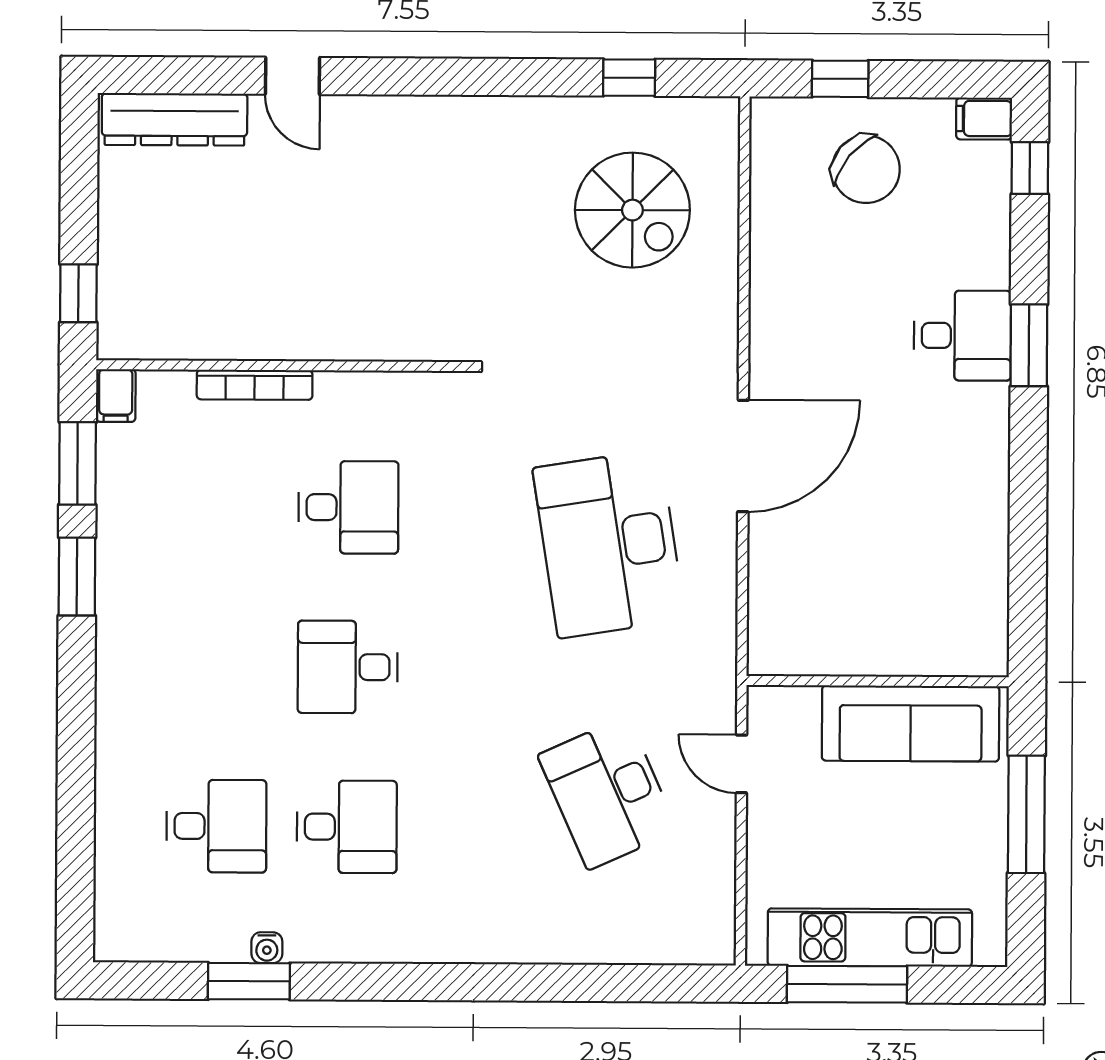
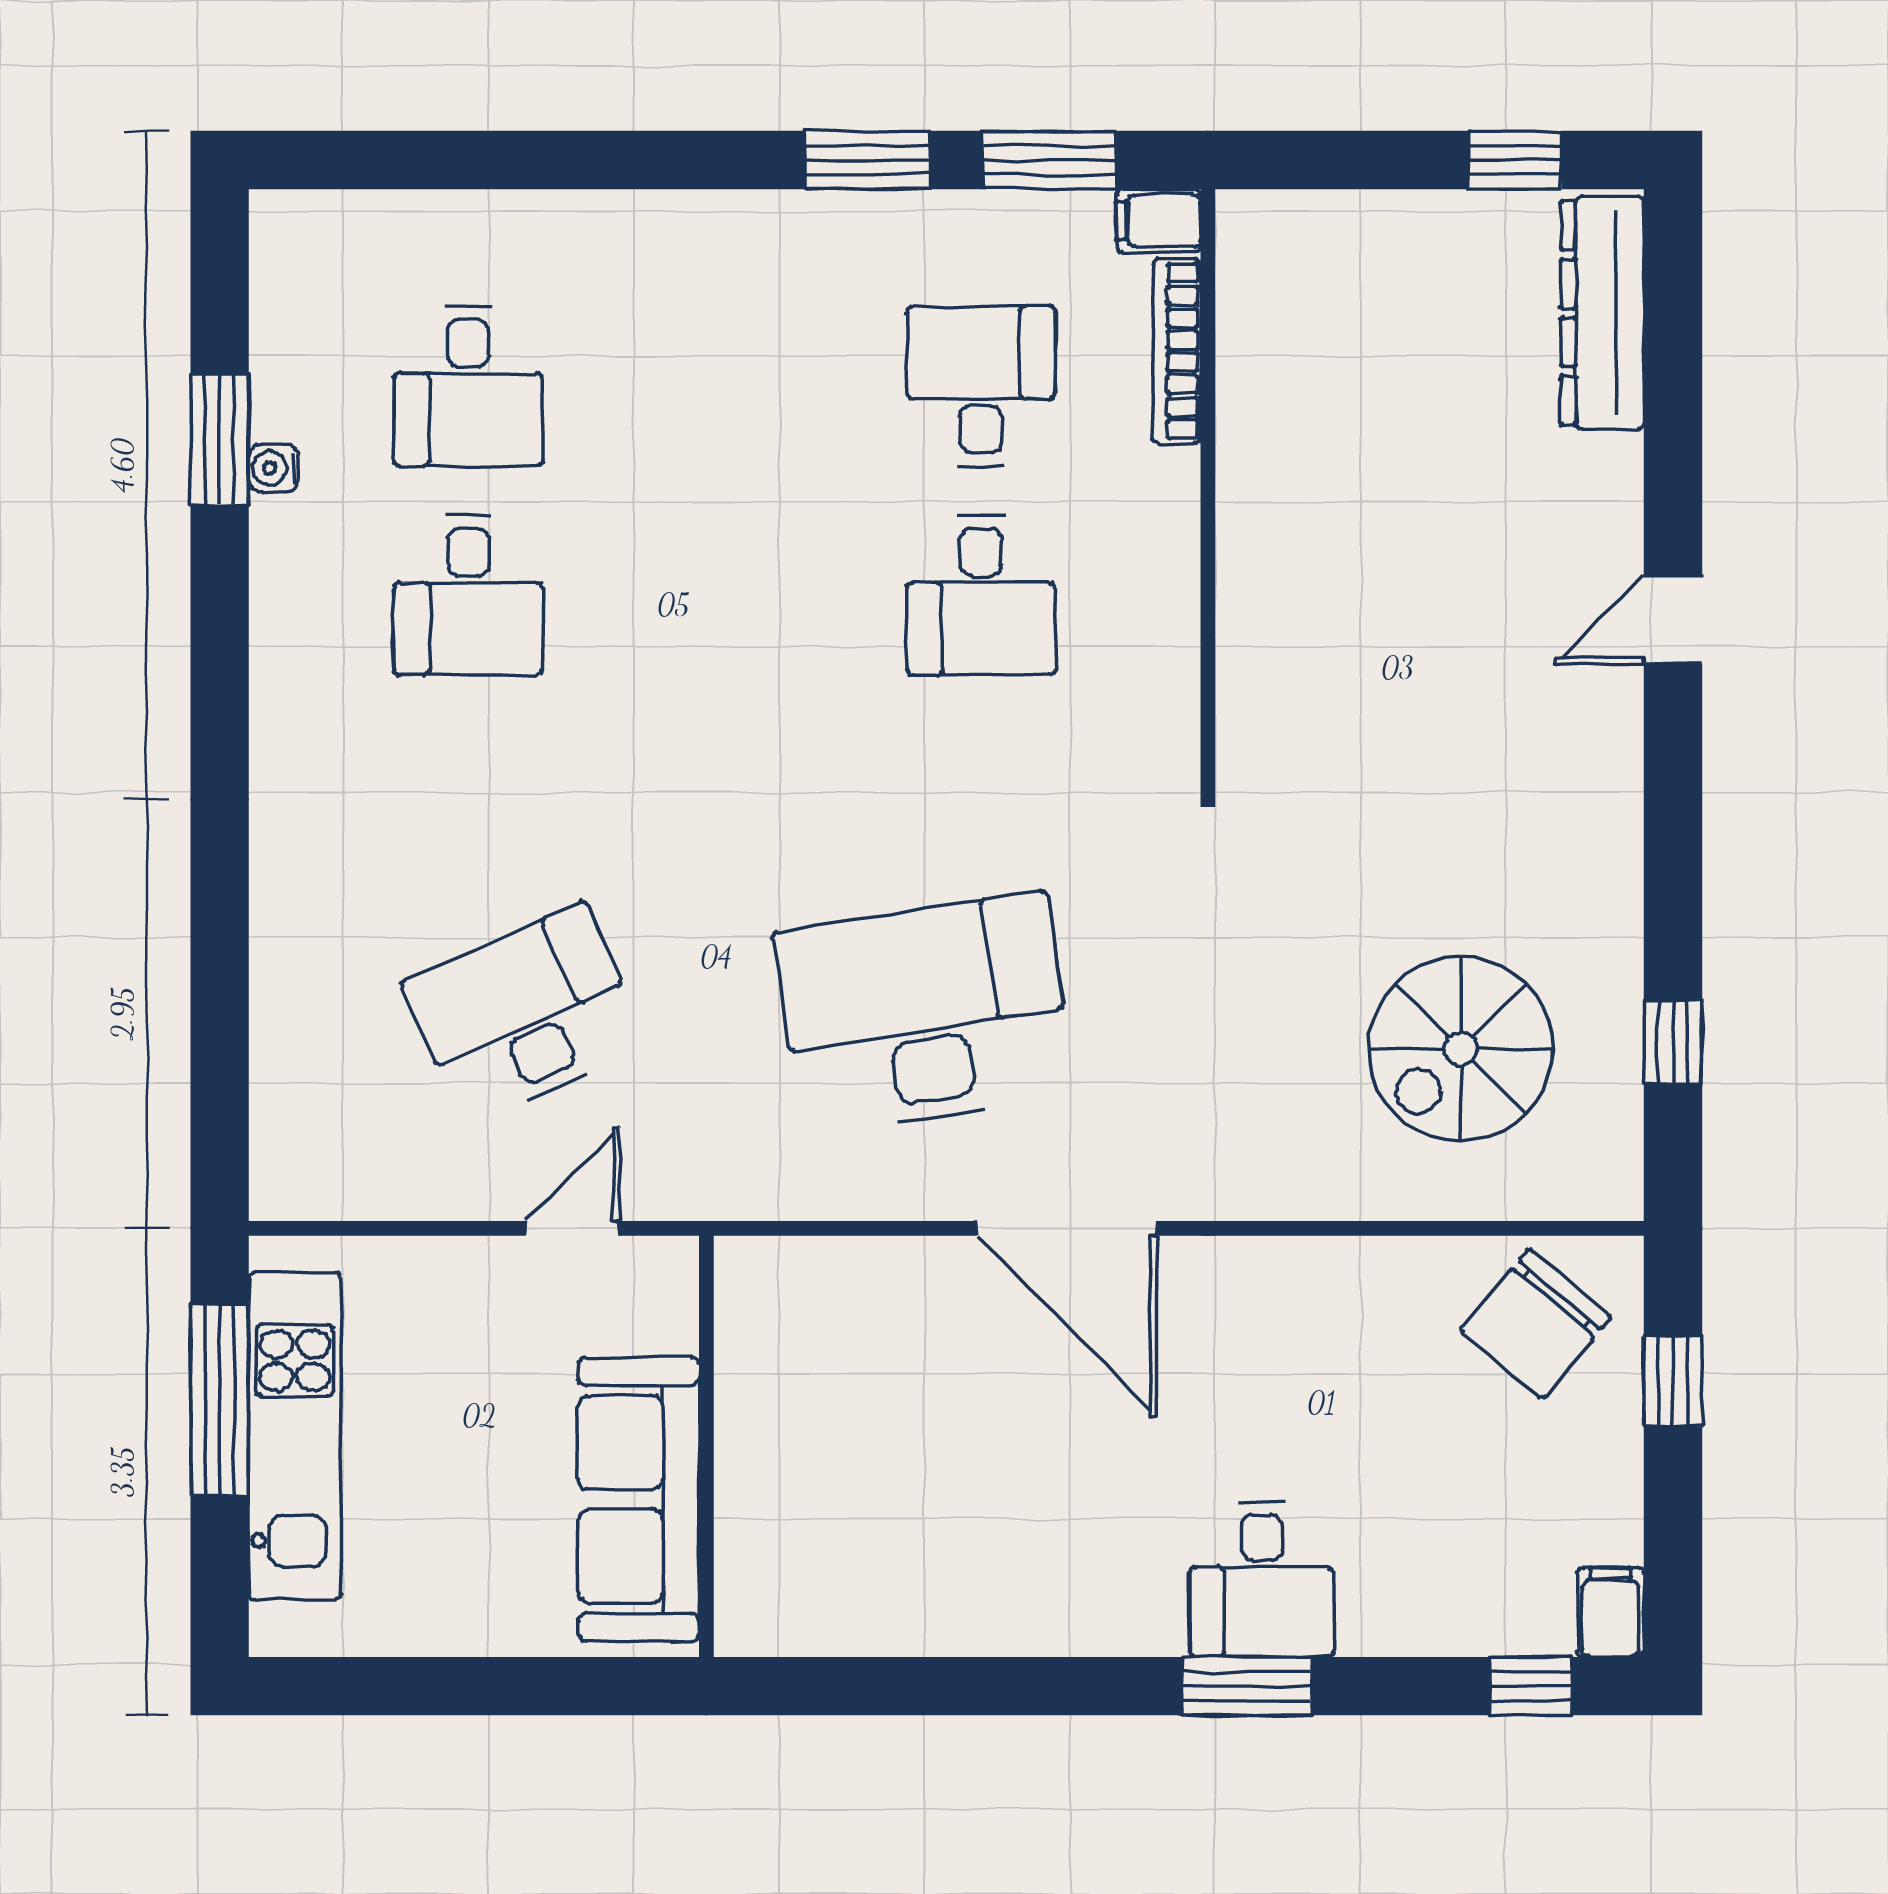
door: (293, 76) -> (1673, 620), moved
chair: (866, 169) -> (1535, 1324), moved
window: (78, 293) -> (1515, 160), moved
bookcase: (255, 385) -> (1177, 351), moved
desk: (348, 667) -> (981, 386), moved
window: (1026, 814) -> (494, 1686), removed

